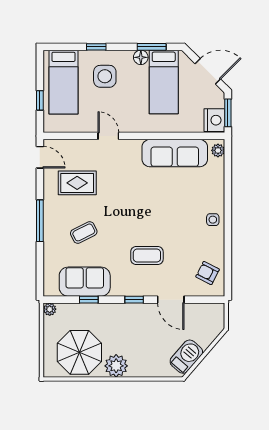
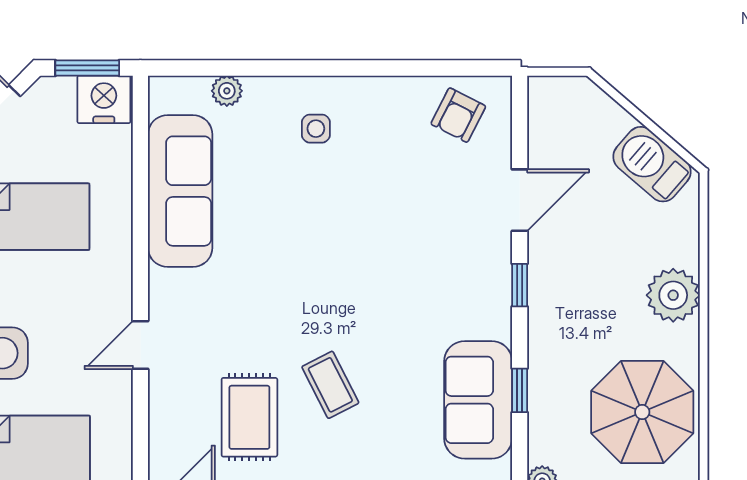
plant: (218, 150) -> (227, 91), moved
side table: (213, 220) -> (316, 129), moved
coffee table: (84, 232) -> (330, 385), moved
coffee table: (147, 256) -> (418, 256), removed
plant: (116, 366) -> (673, 295), moved

